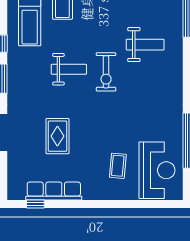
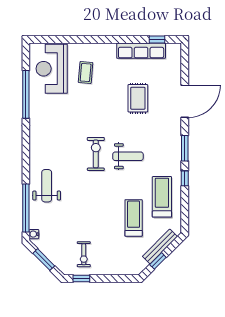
weight bench: (145, 45) -> (47, 186), moved, turned 90
weight bench: (69, 69) -> (128, 156), turned 180

